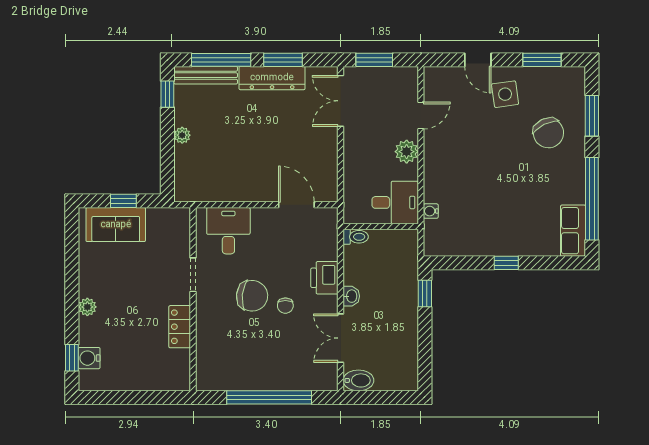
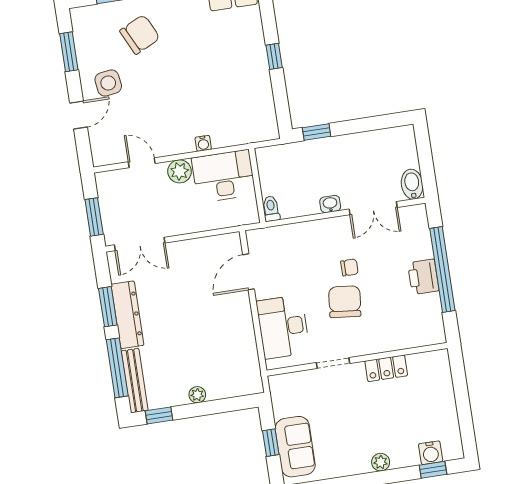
desk: (395, 202) -> (223, 176), width x1.37
water cooler: (431, 211) -> (203, 143), moved
desk: (228, 231) -> (283, 327), width x1.37
printer: (324, 278) -> (423, 277), moved, turned 90

